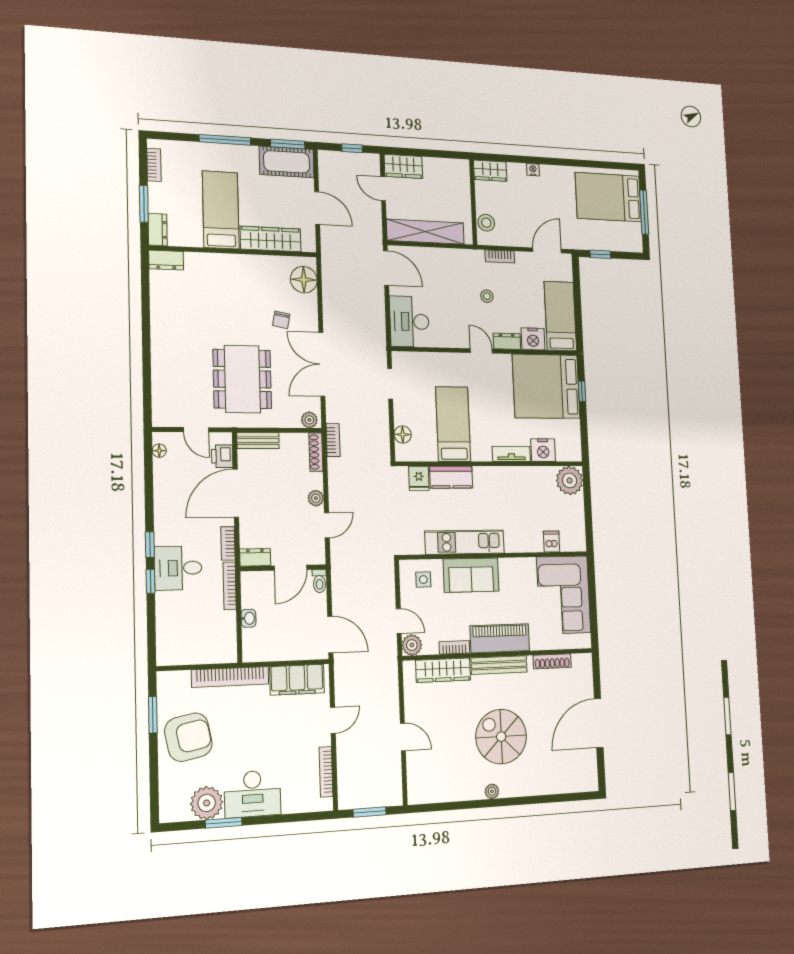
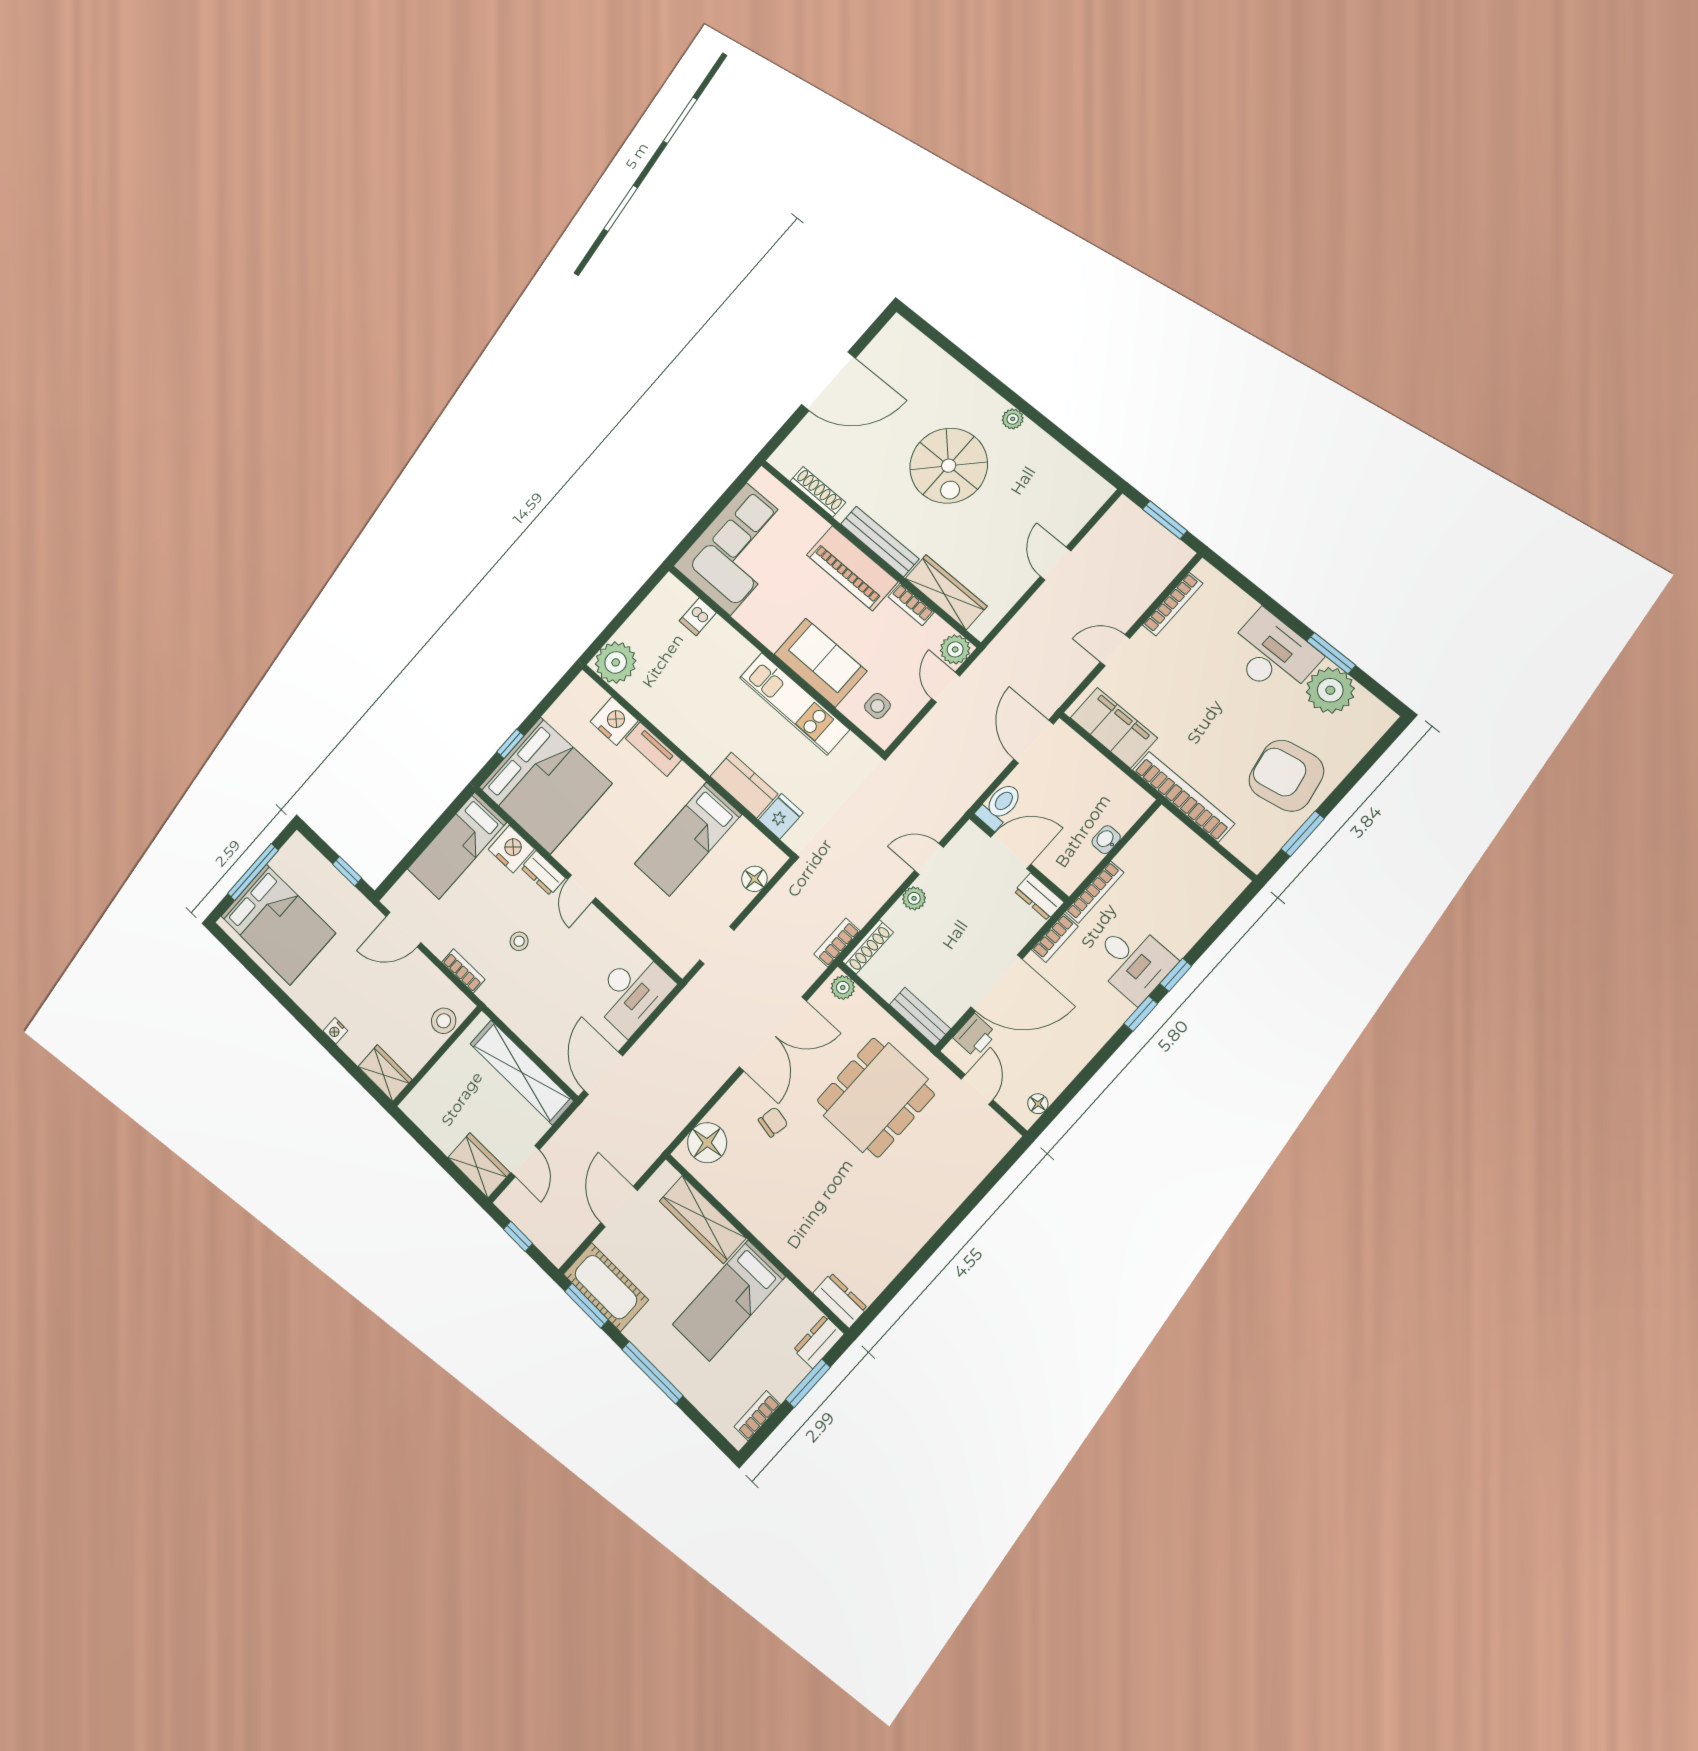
toilet: (319, 581) -> (1000, 806), width x1.37, depth x1.39

